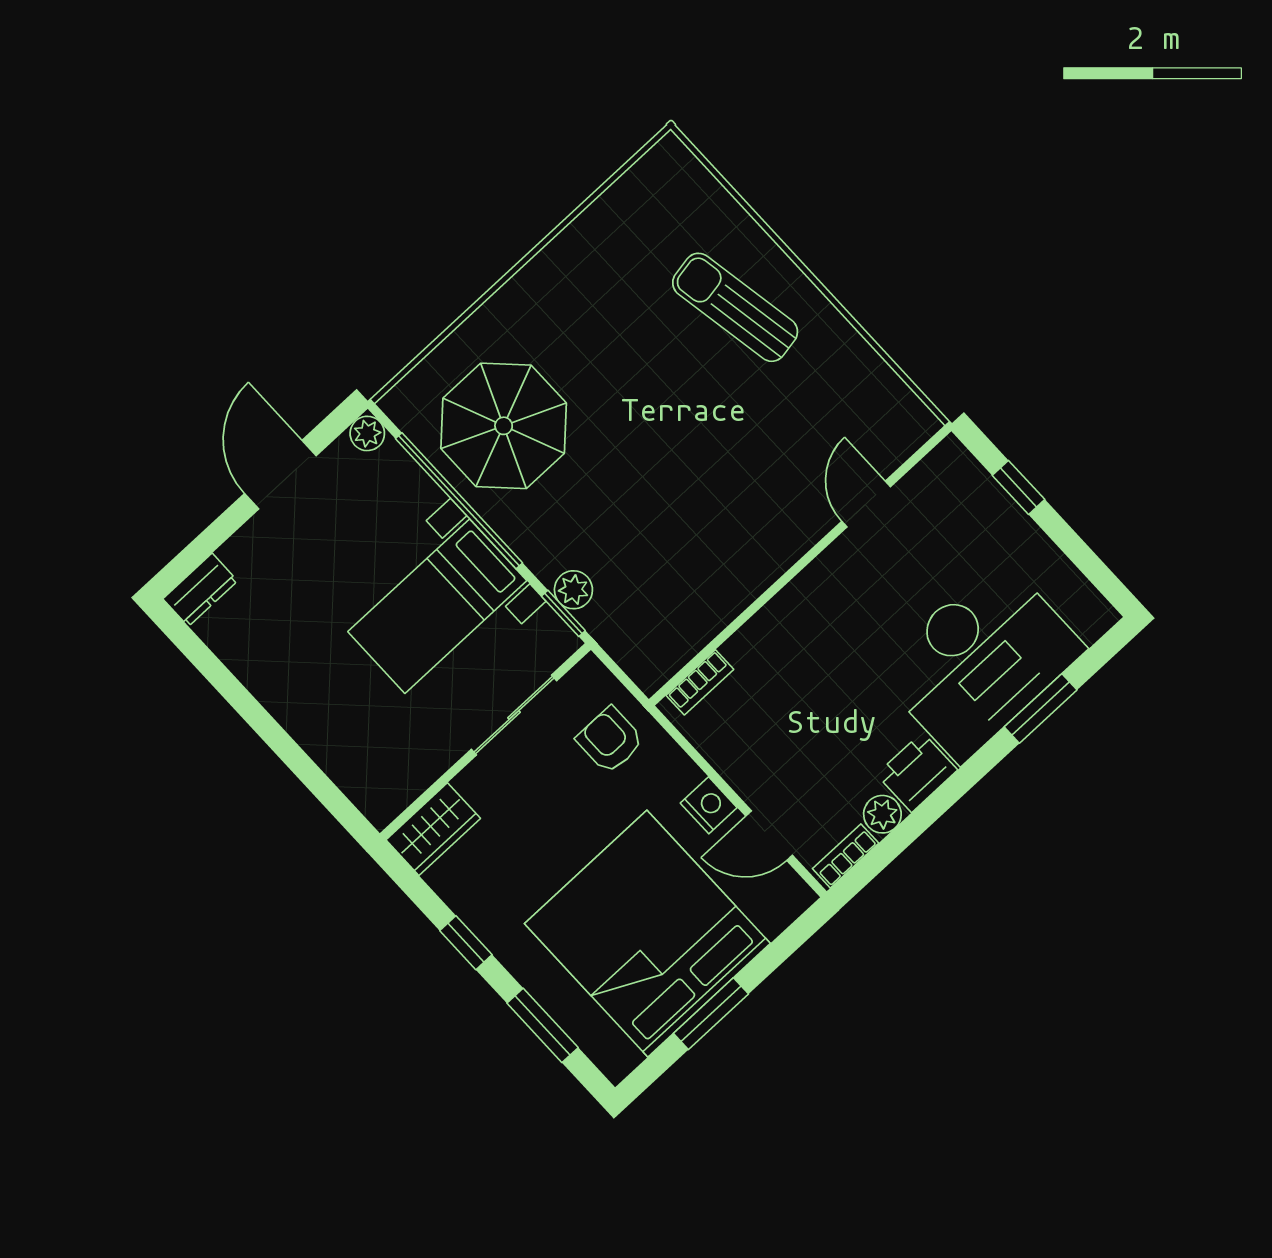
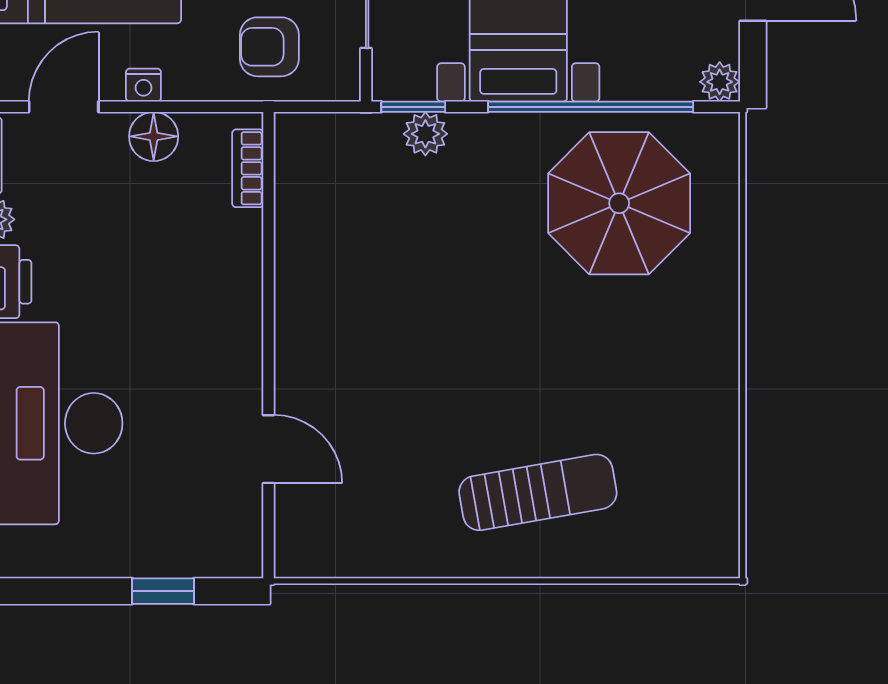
armchair: (610, 740) -> (269, 47), turned 180
floor lamp: (735, 761) -> (154, 136), added
nightstand: (709, 805) -> (143, 85), width x0.72, depth x0.74

